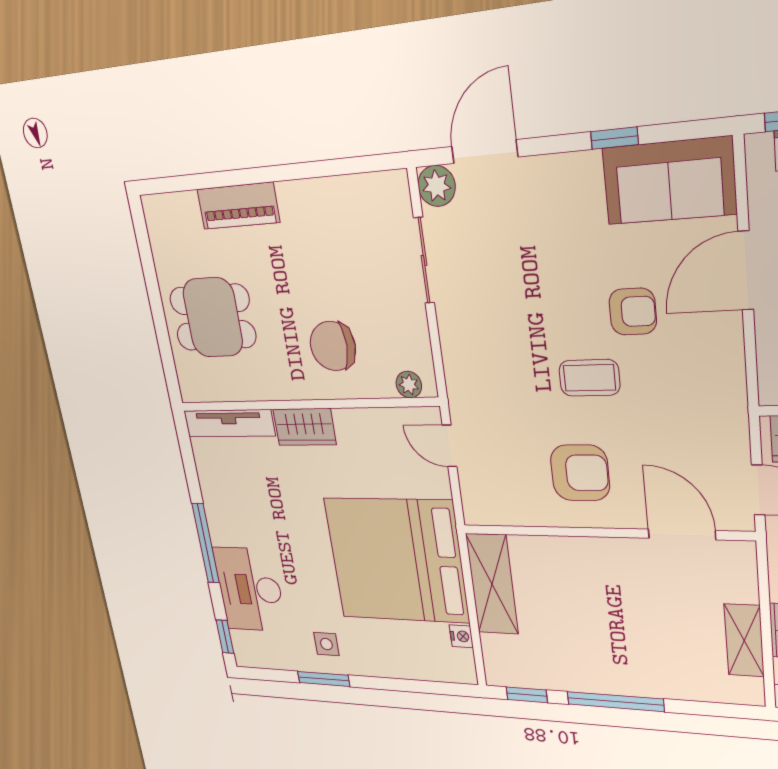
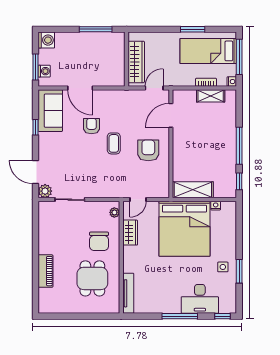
dining table: (213, 318) -> (92, 278), moved
wardrobe: (305, 427) -> (130, 233), moved

